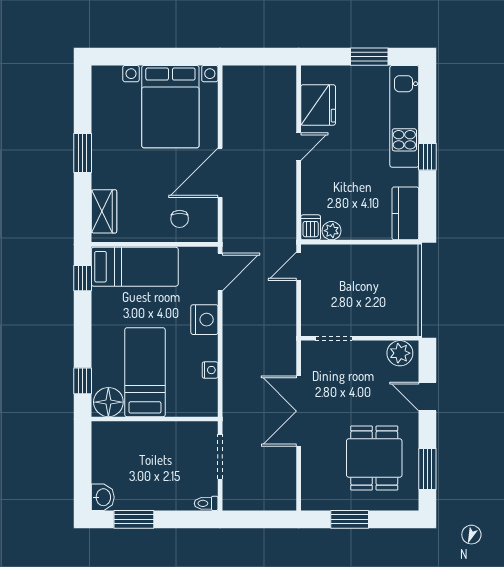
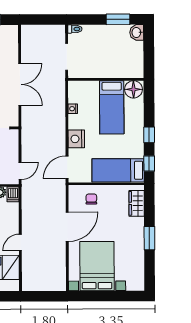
window: (83, 381) -> (149, 135), moved

